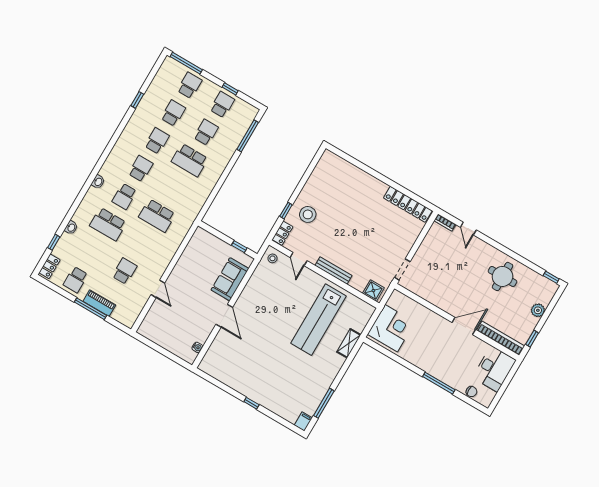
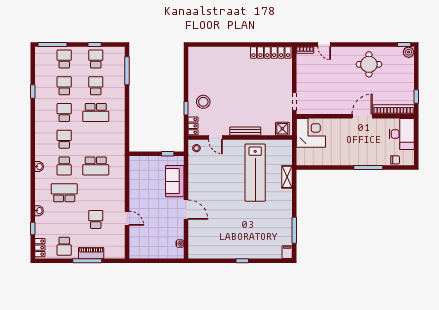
school desk: (108, 224) -> (64, 193), turned 180
plant: (538, 310) -> (409, 52), moved
corner desk: (391, 328) -> (311, 133), moved

